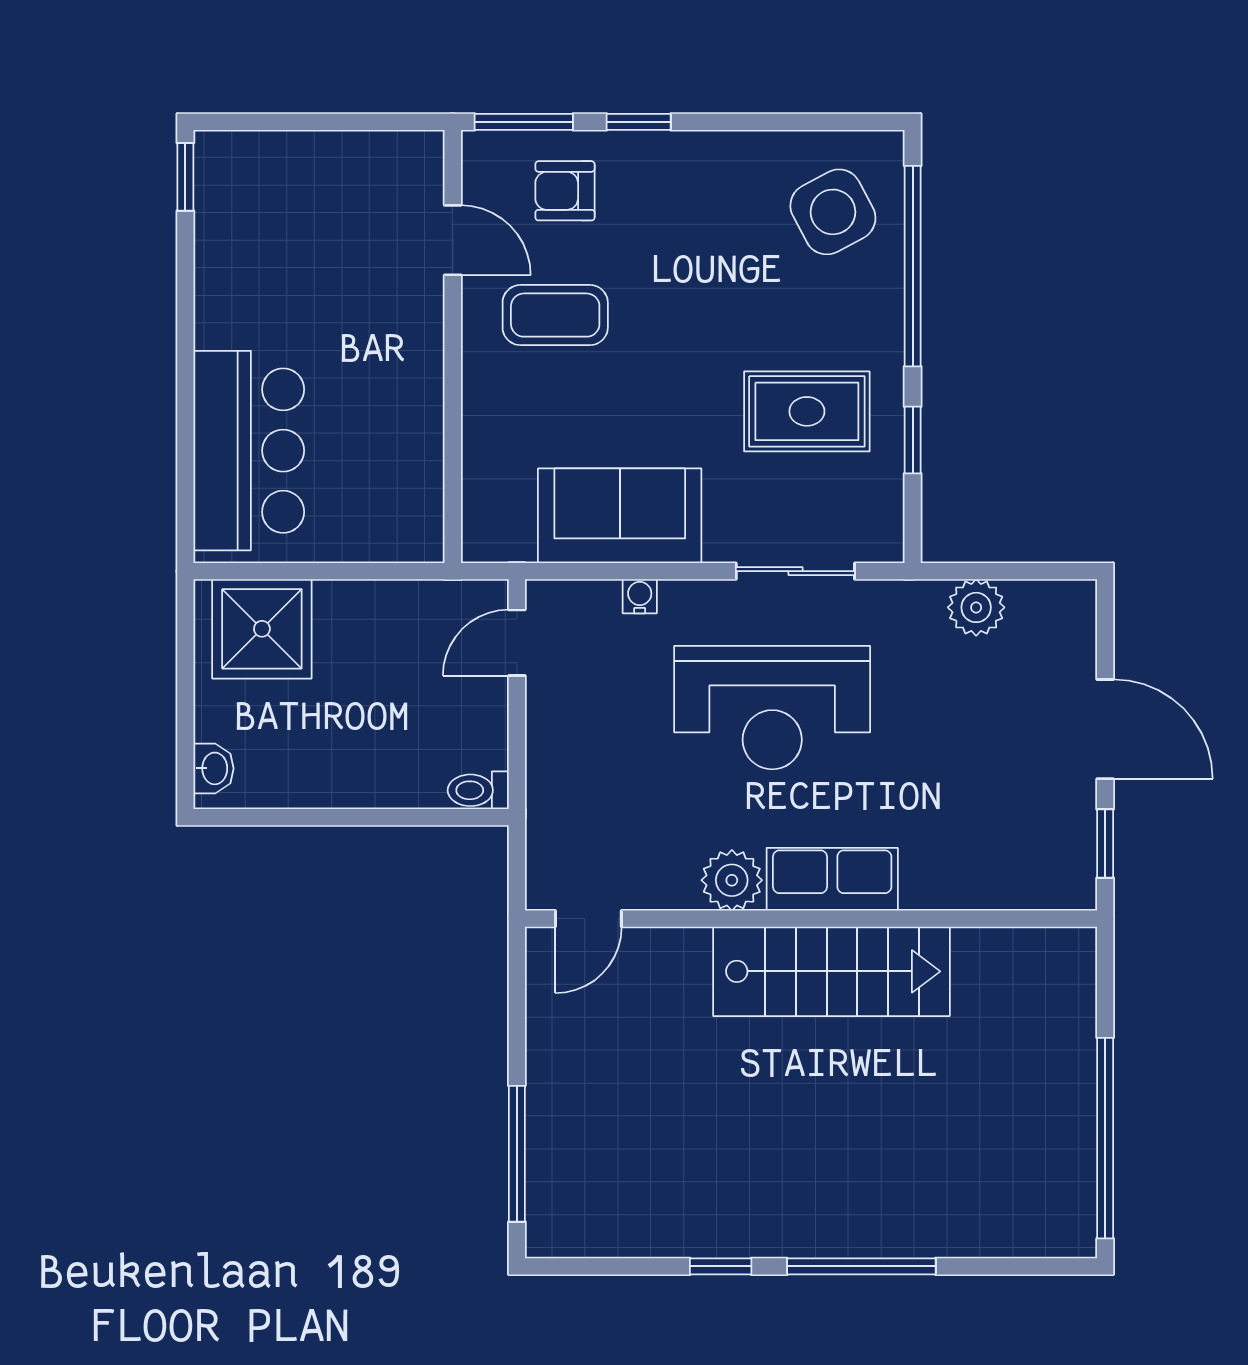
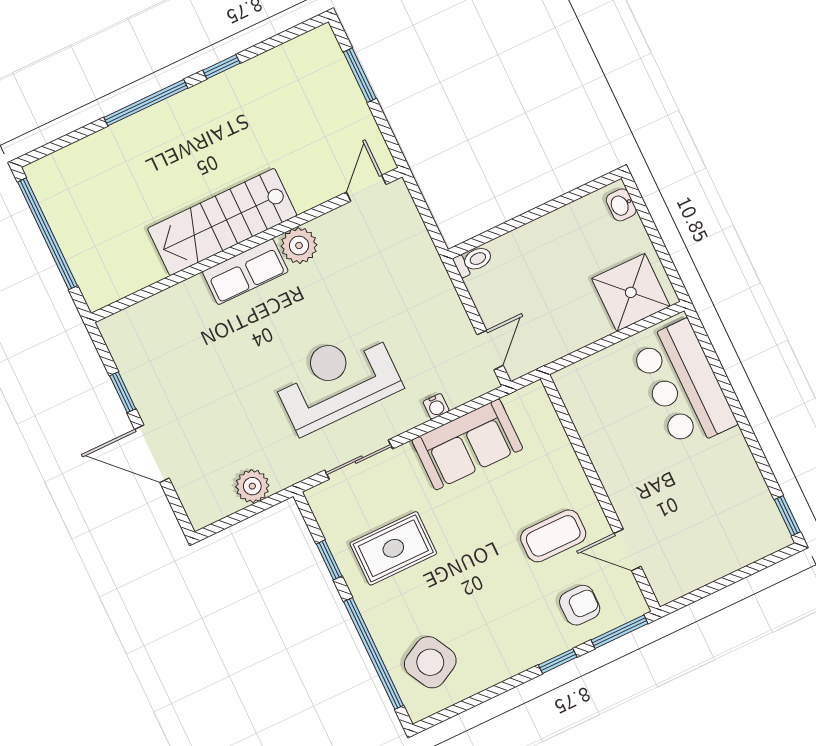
row of seats: (832, 879) -> (245, 272), moved
plant: (732, 880) -> (299, 246), moved
door: (588, 919) -> (366, 188), moved
wall: (811, 919) -> (247, 245), moved
stairs: (831, 971) -> (222, 222), moved
window: (517, 1154) -> (360, 75), width x0.69

